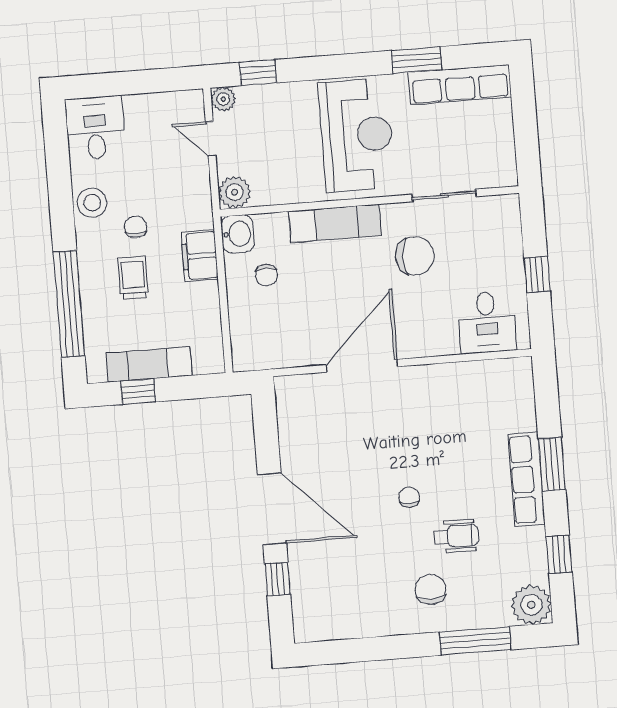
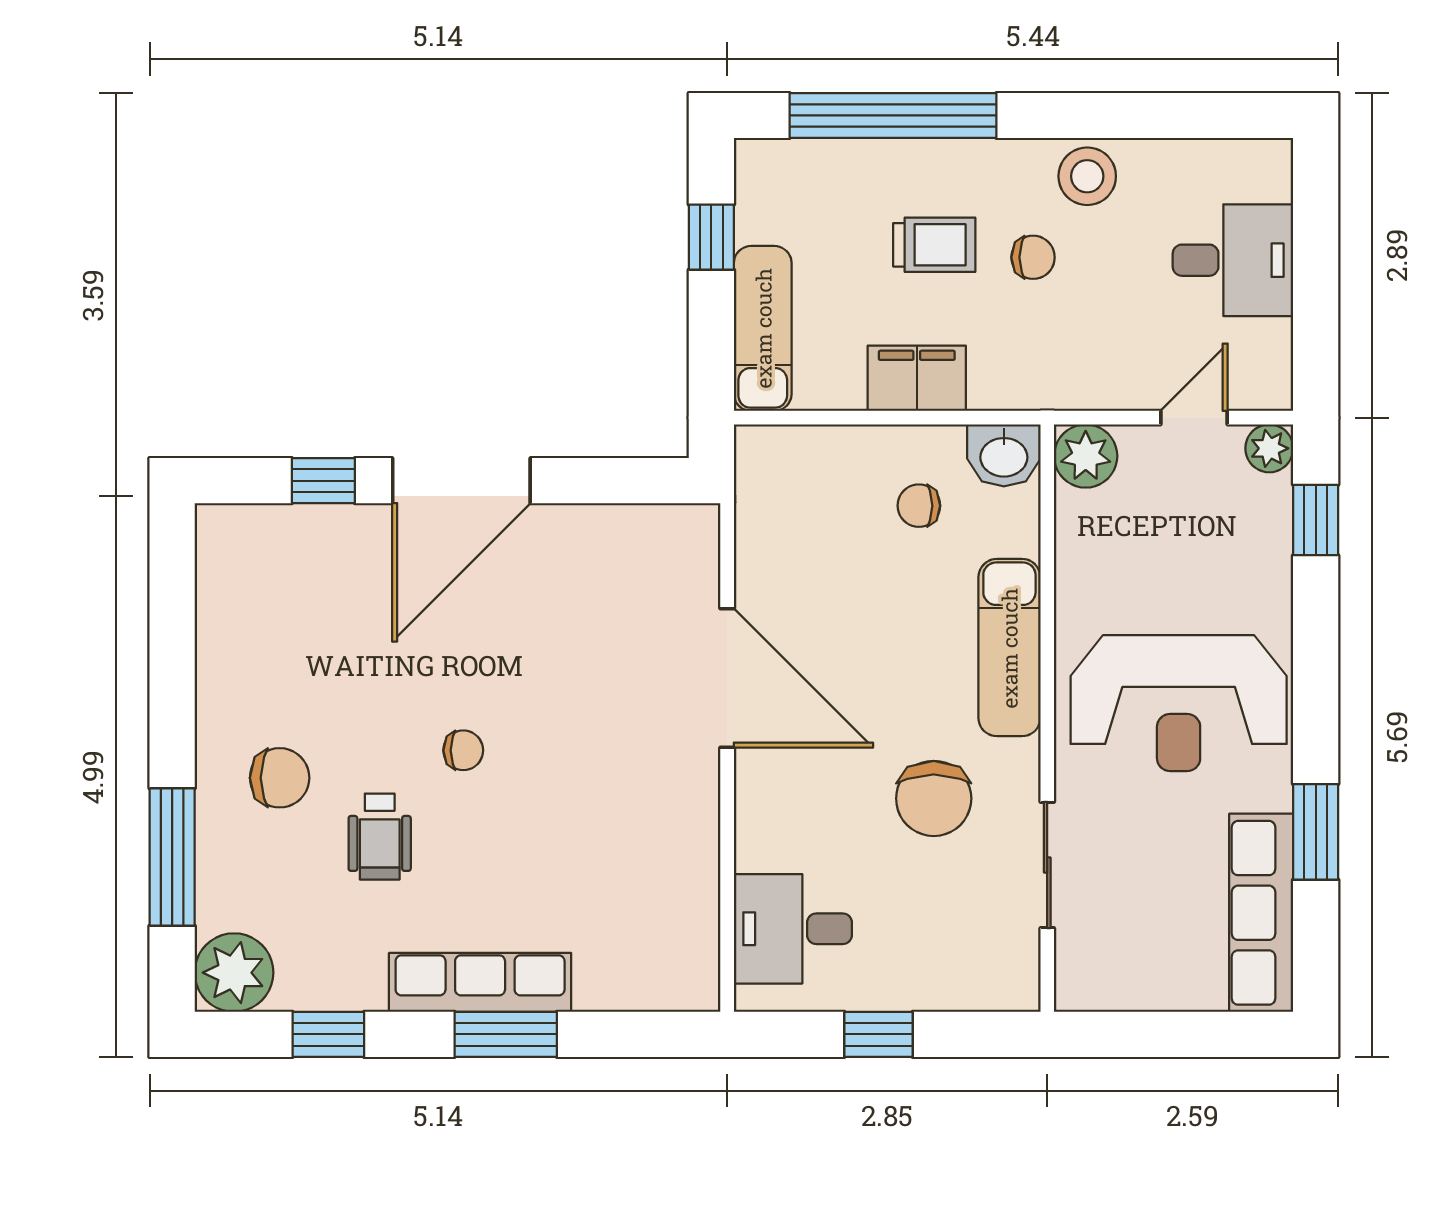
desk: (95, 128) -> (1233, 260), moved
filing cabinet: (200, 256) -> (917, 378), moved
exam couch: (149, 364) -> (763, 328), moved

